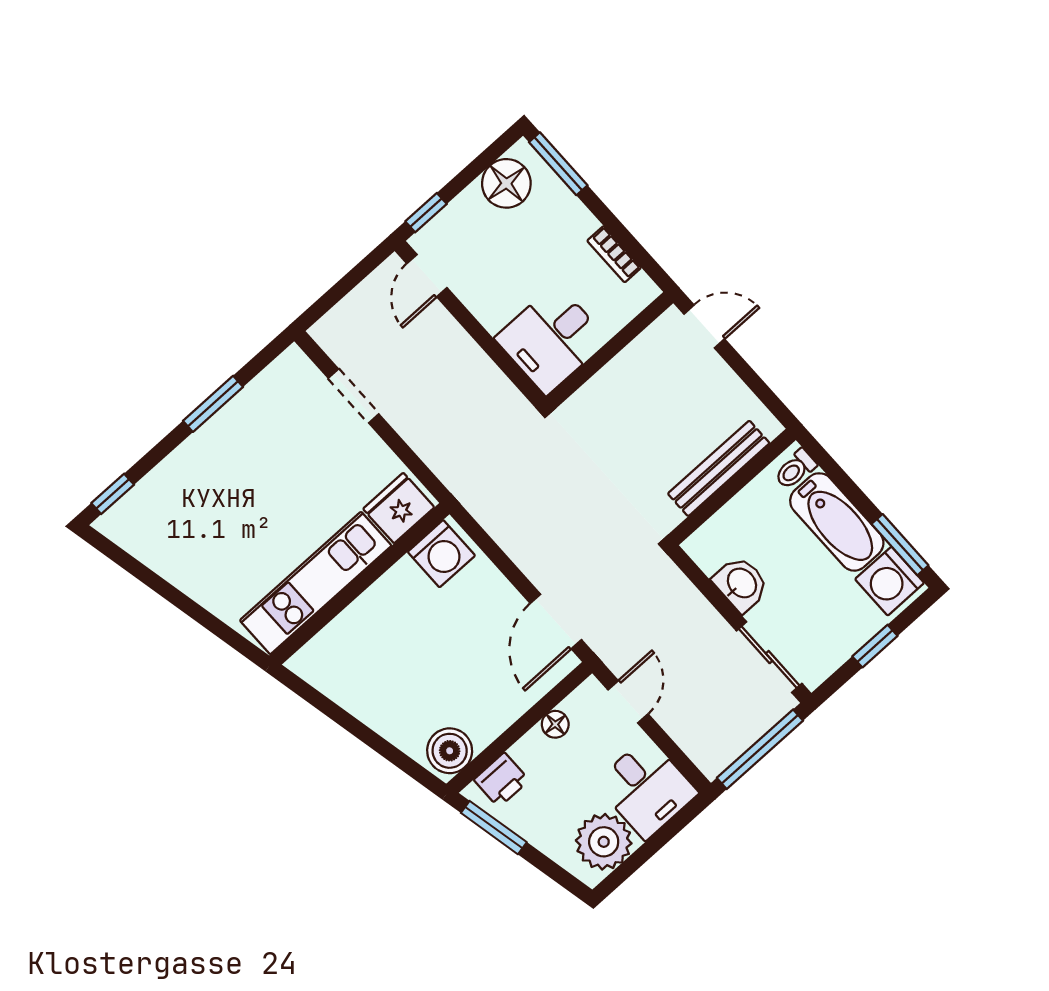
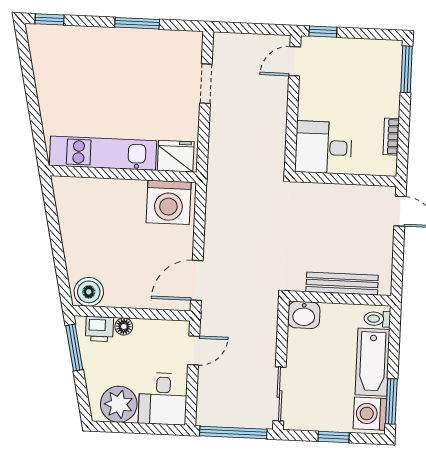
floor lamp: (506, 183) -> (373, 55), removed
washing machine: (441, 554) -> (169, 202), width x1.37, depth x1.37
washbasin: (741, 584) -> (304, 315), moved, turned 90
floor lamp: (555, 724) -> (124, 326), moved

